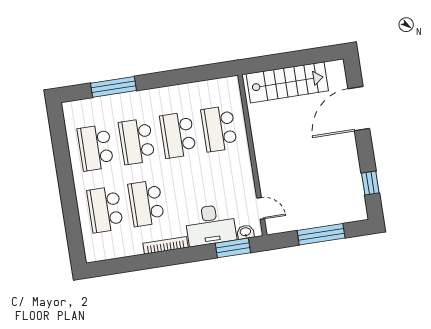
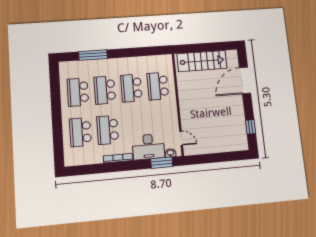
window: (321, 234) -> (219, 157), removed

